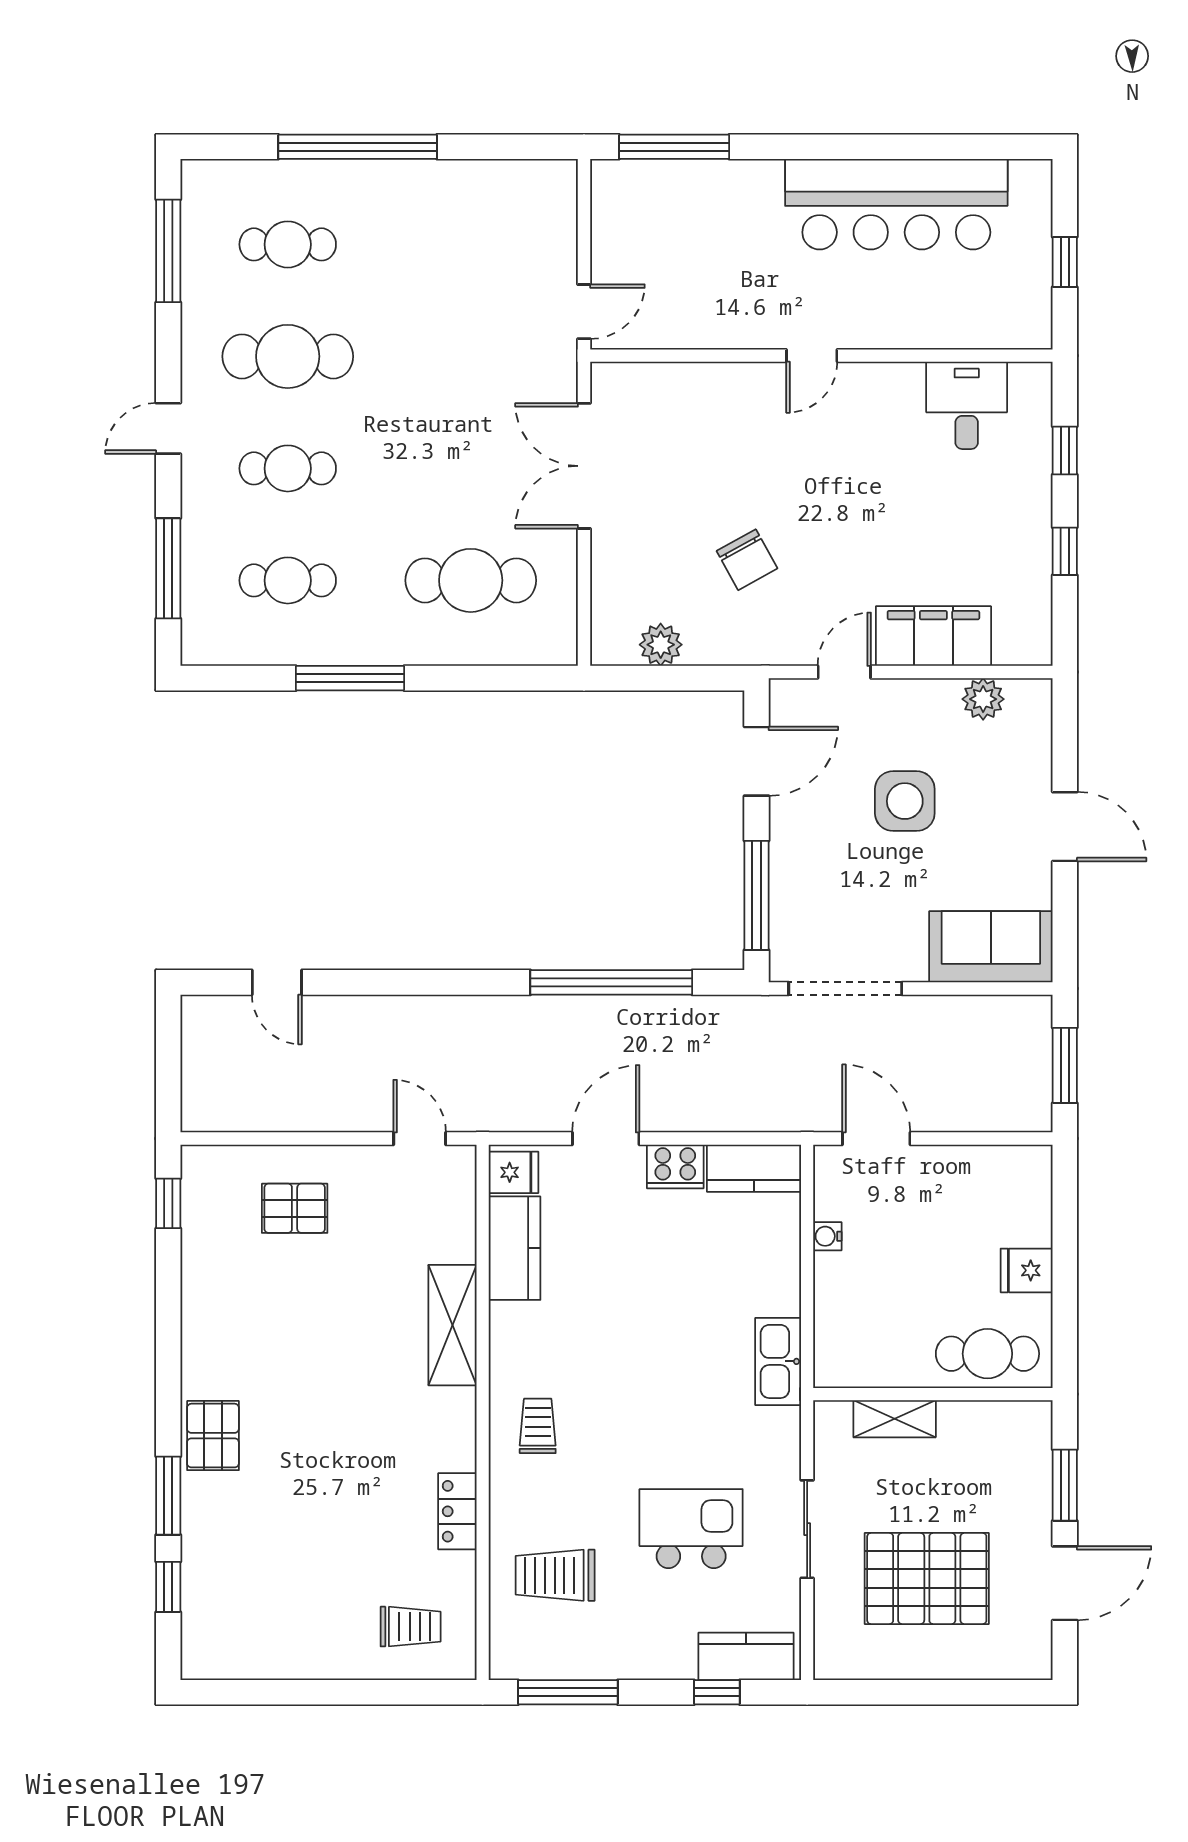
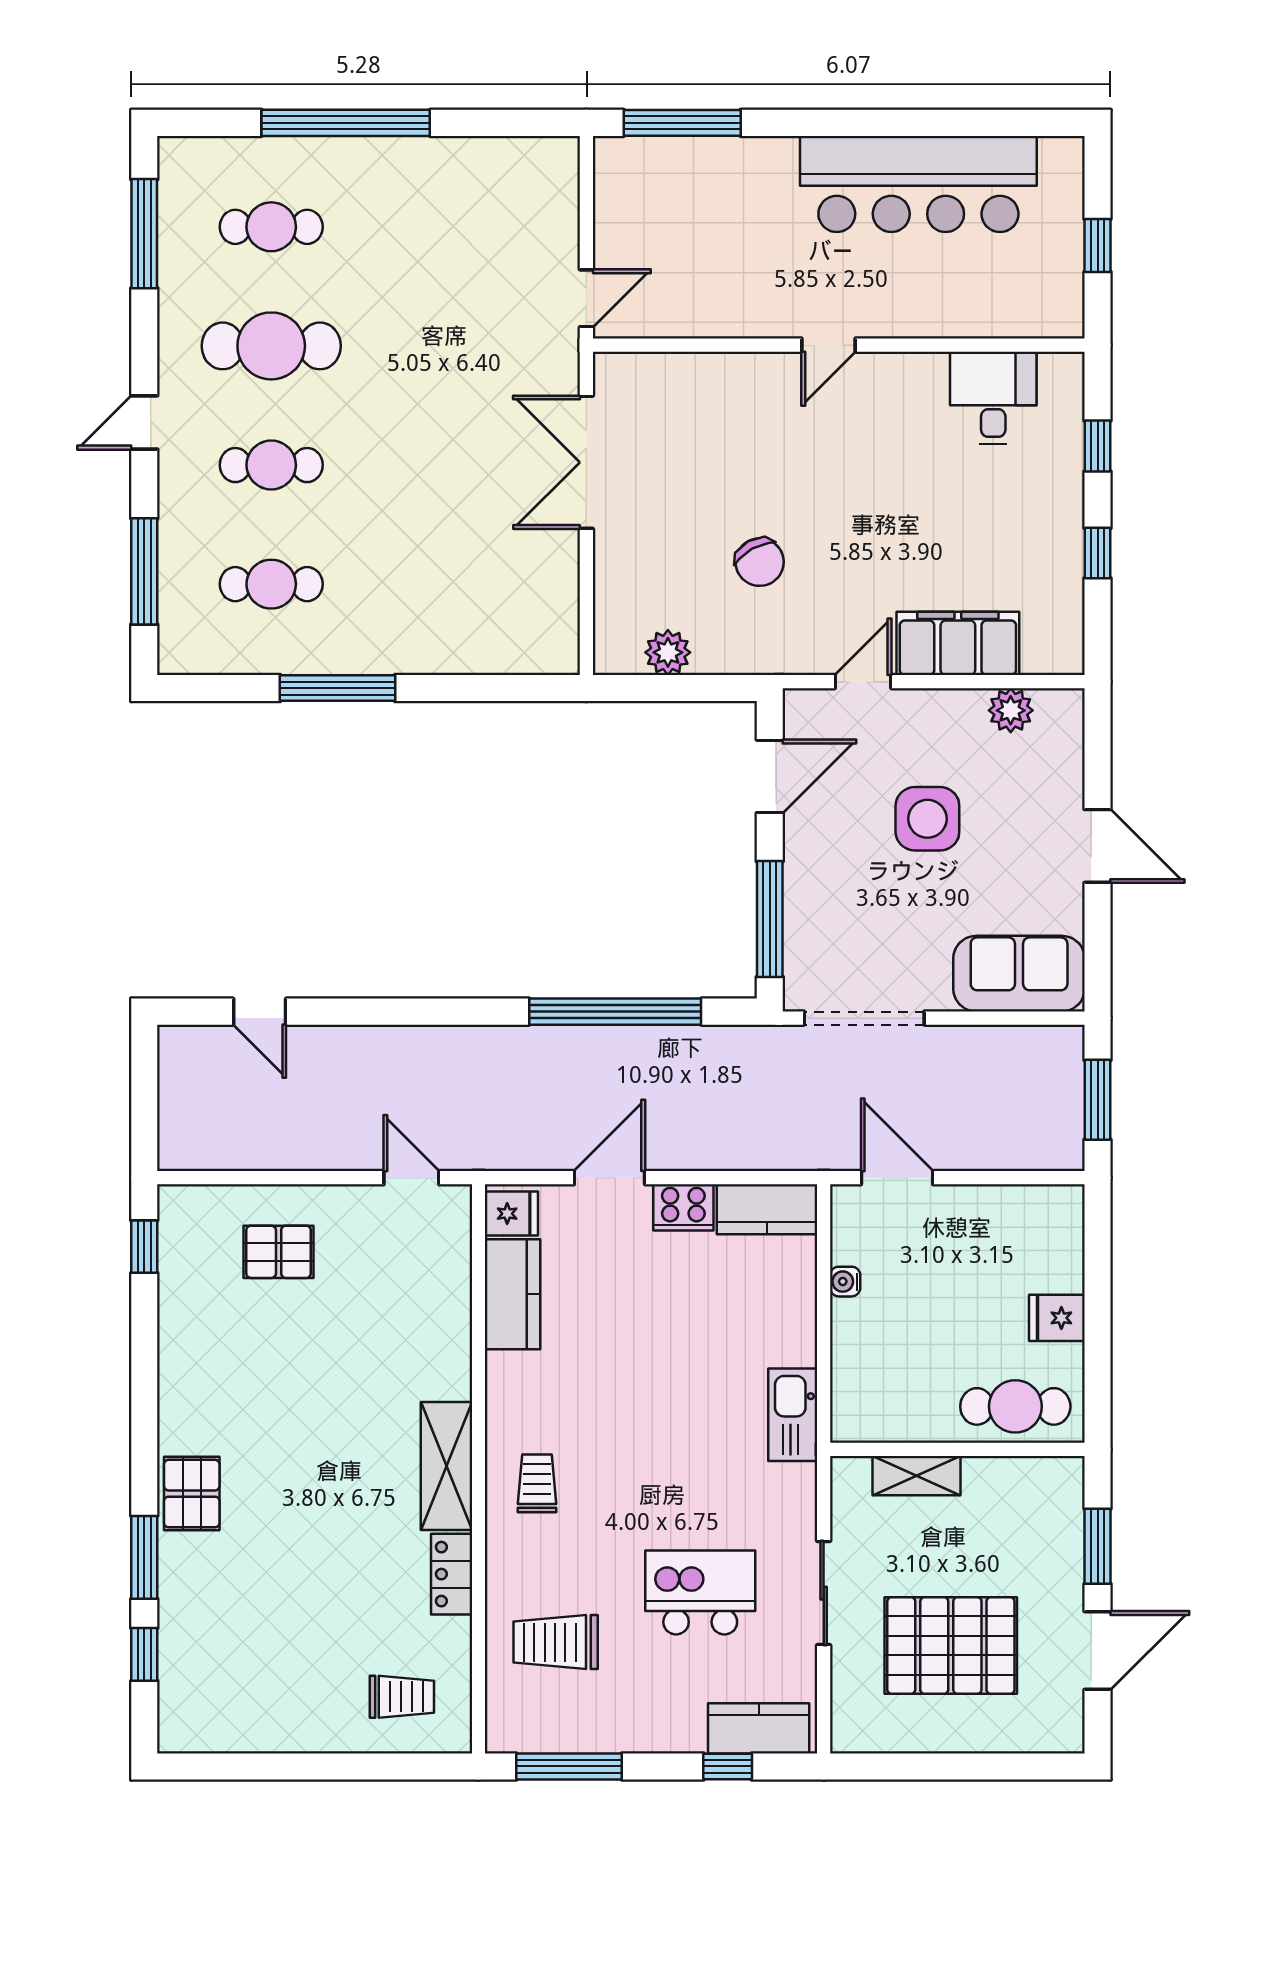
cafe table: (471, 580) -> (466, 584), removed
shelving: (452, 1325) -> (446, 1466), moved

